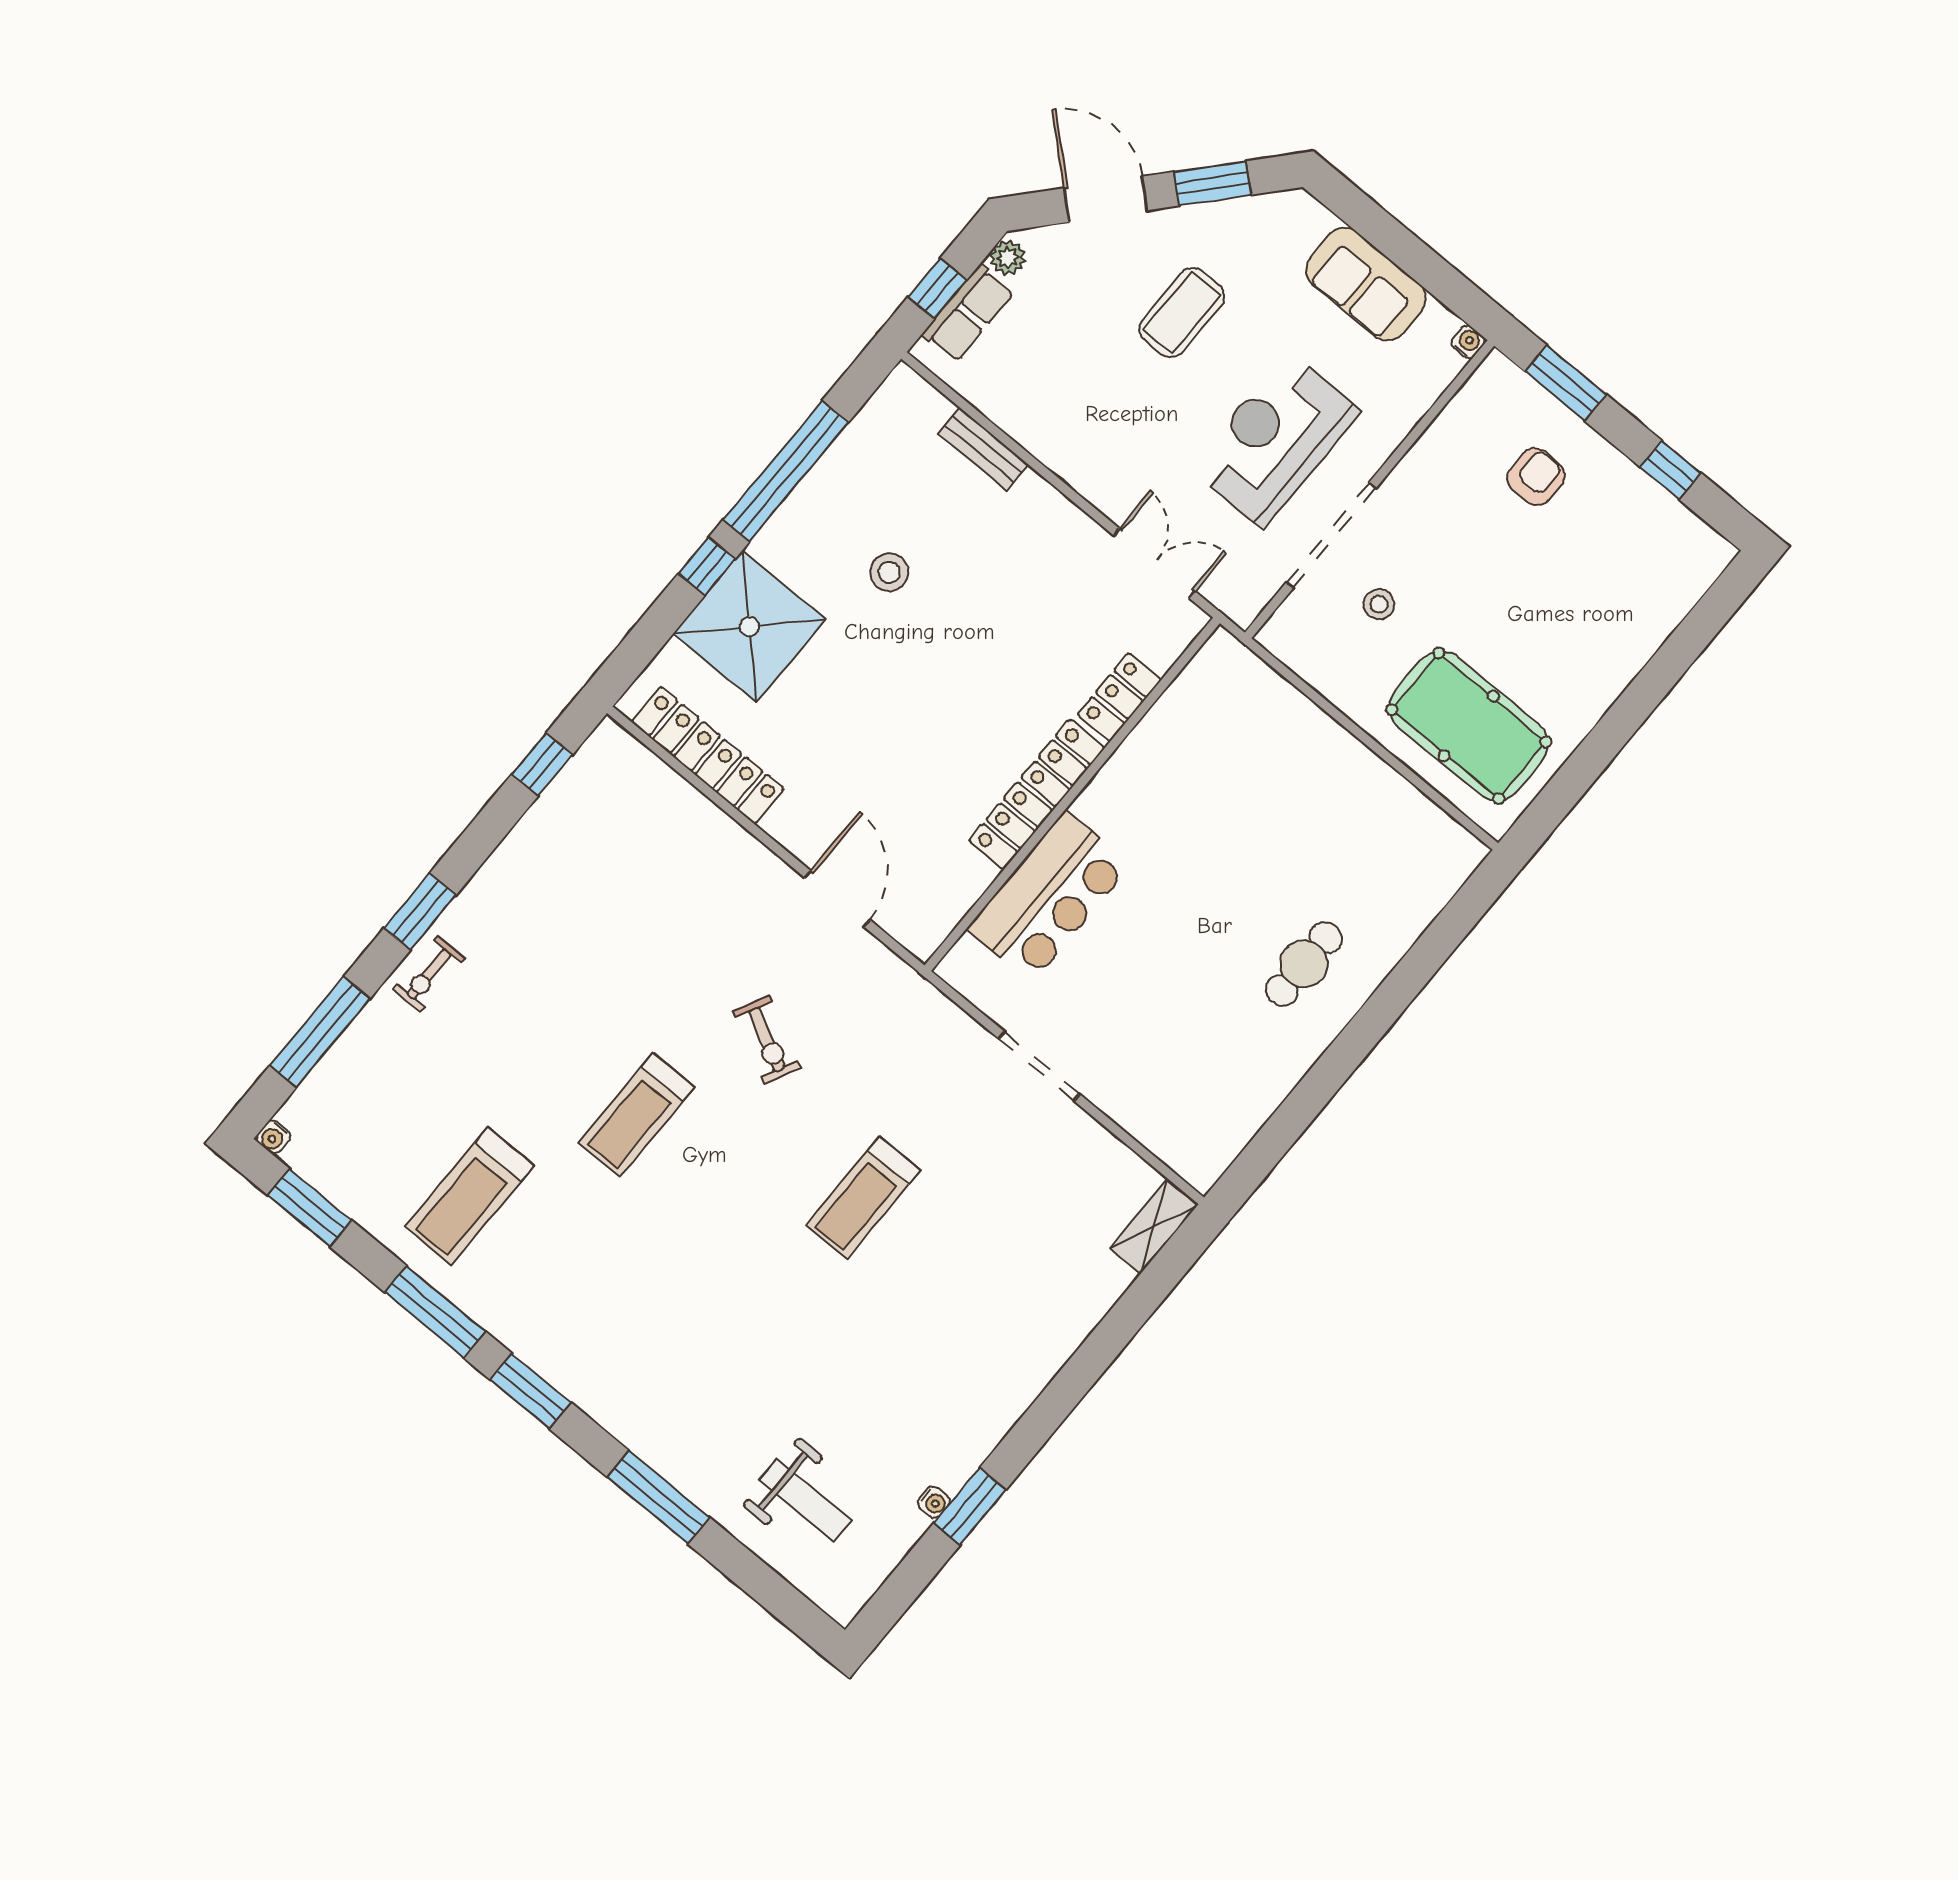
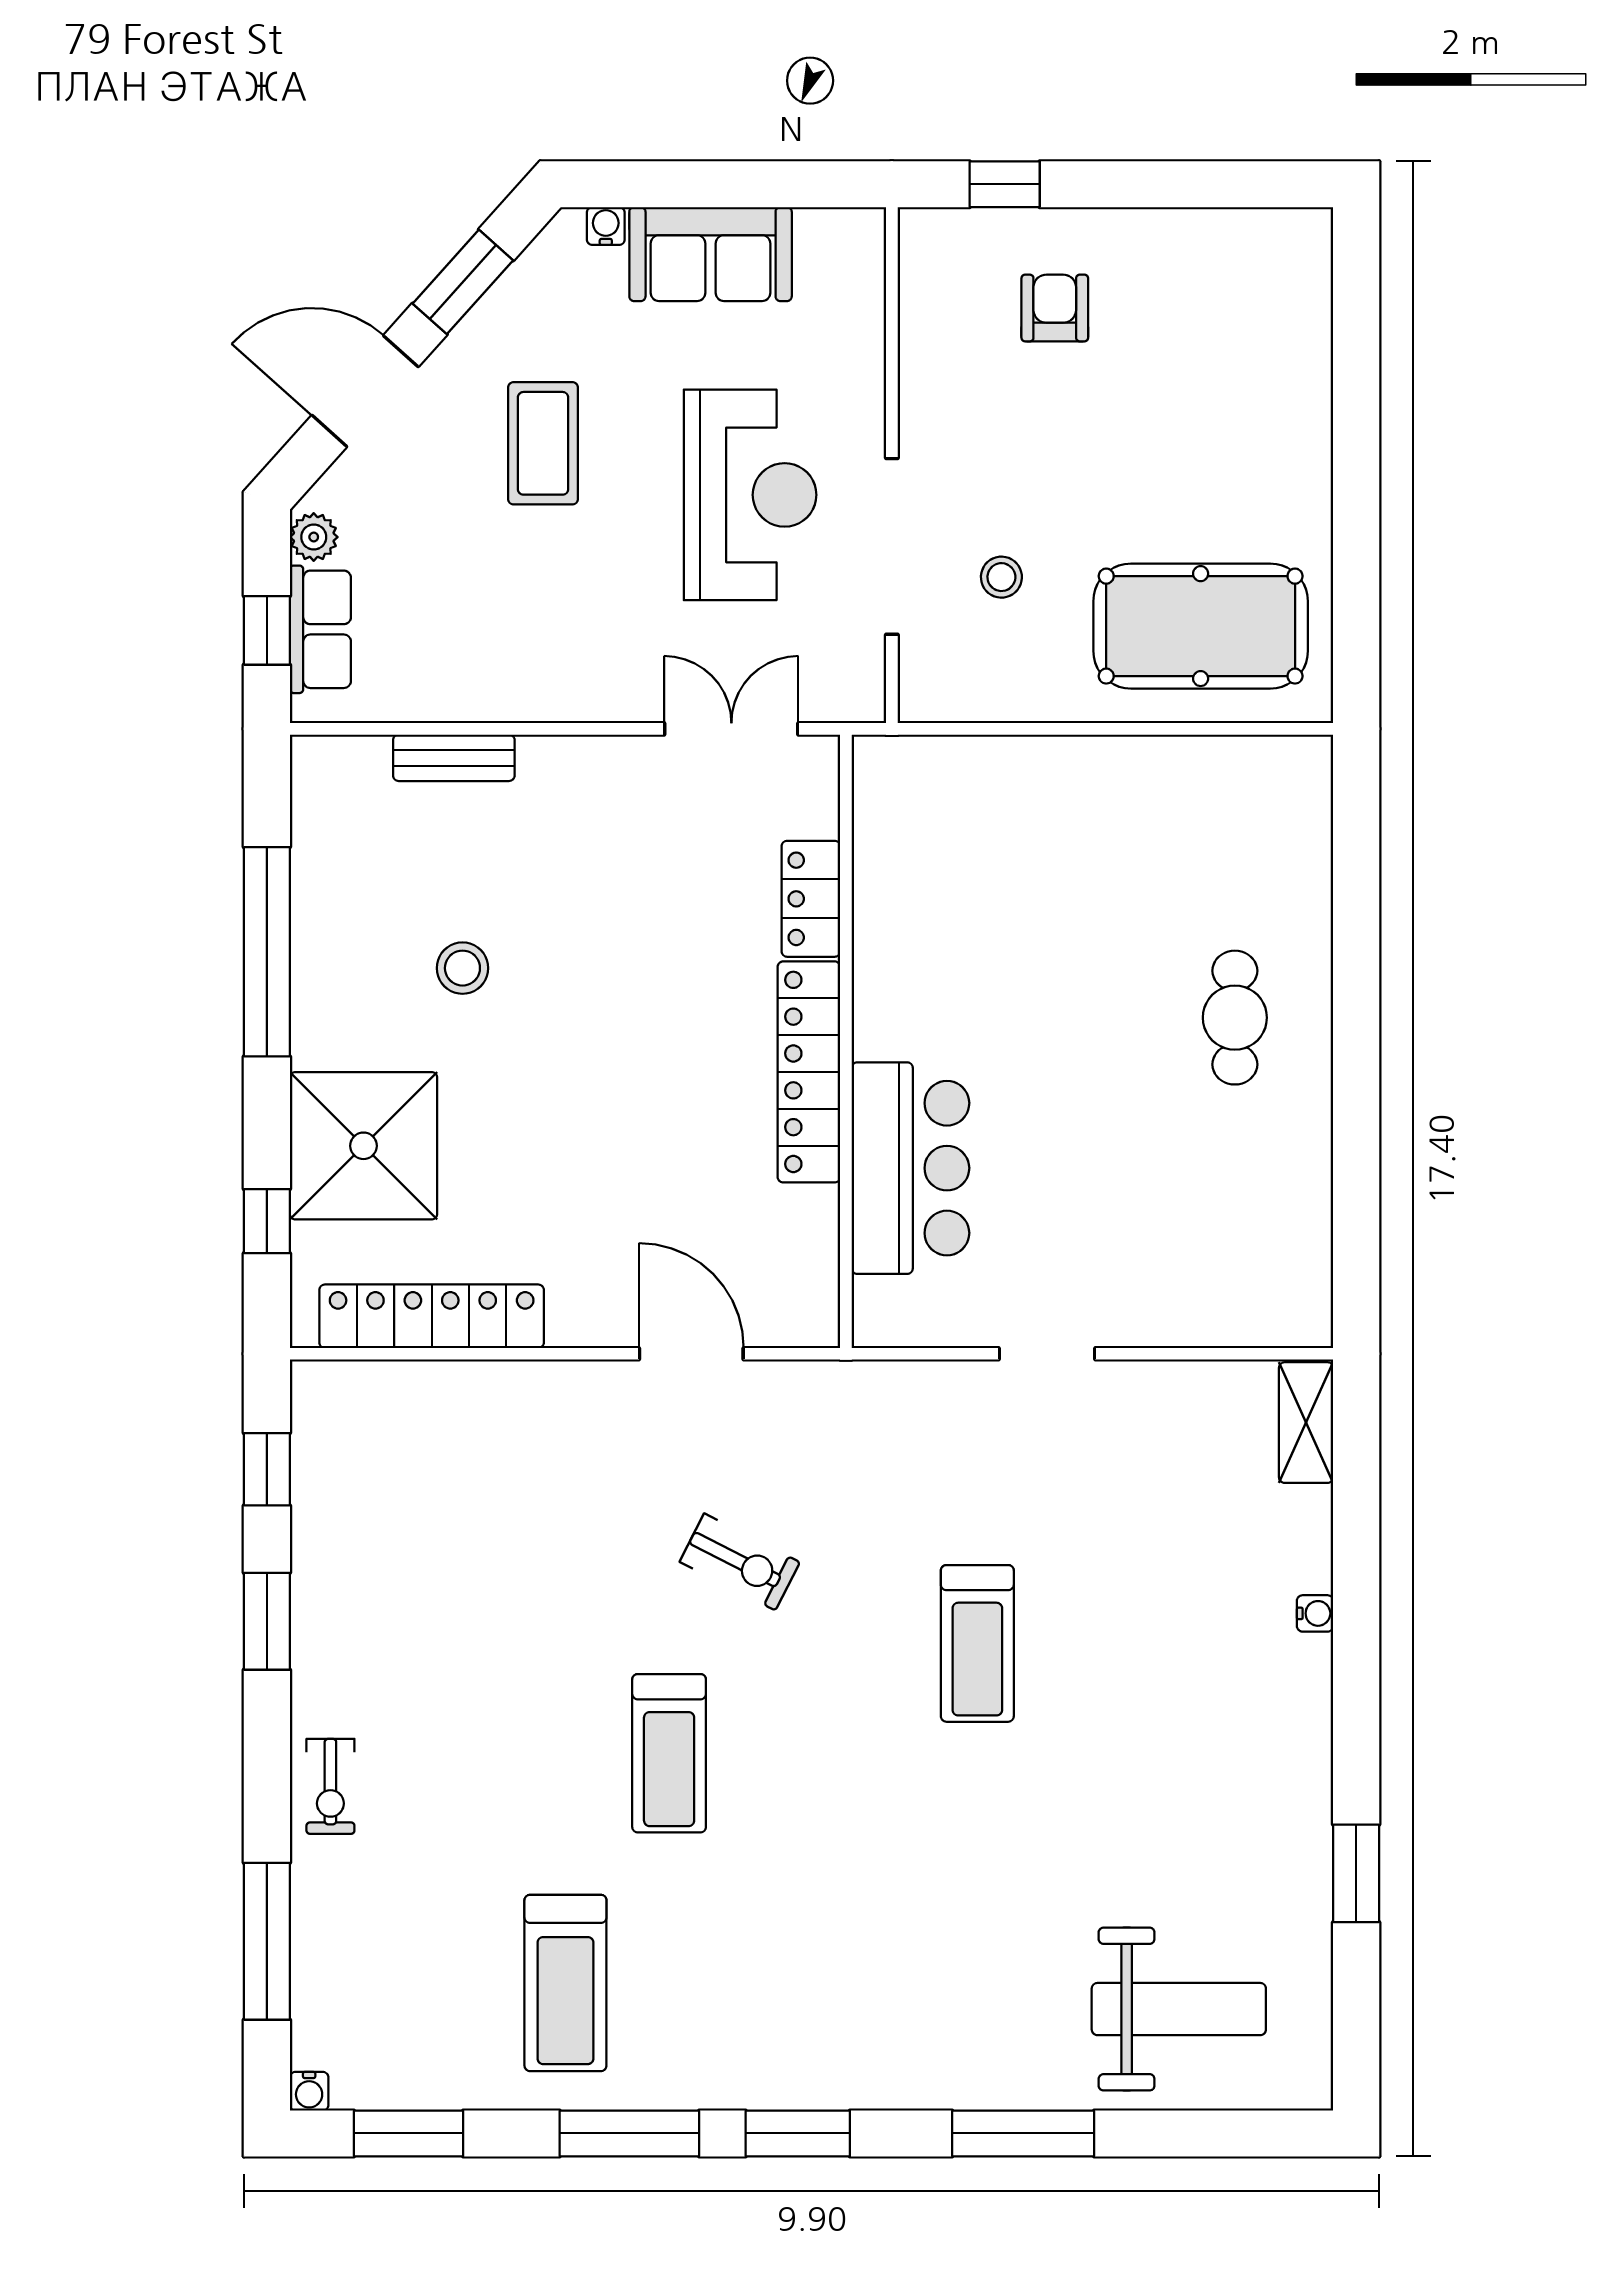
water cooler: (1468, 342) -> (606, 226), moved
window: (1566, 383) -> (1005, 184), width x0.67
reception desk: (1275, 439) -> (750, 495), turned 180
window: (1671, 470) -> (1189, 184), removed
window: (707, 566) -> (267, 1221), moved
window: (420, 912) -> (267, 1621), moved
doorway: (1039, 1066) -> (1047, 1354), width x0.73
weight bench: (805, 1500) -> (1179, 2009), width x1.36, depth x1.33
water cooler: (934, 1502) -> (1315, 1613), moved

